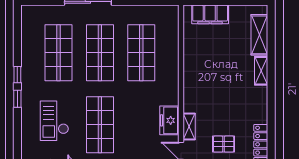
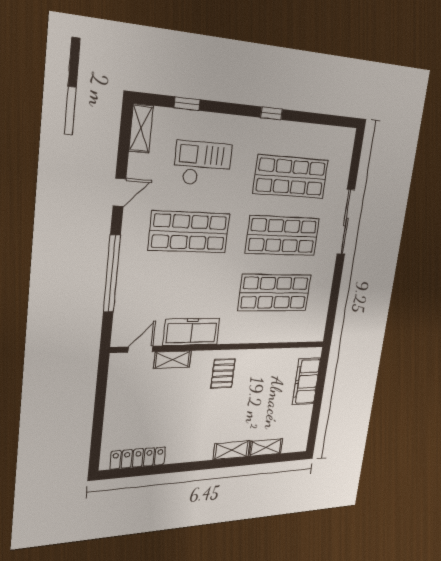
shelving: (259, 35) -> (266, 447), width x0.67, depth x0.75
window: (17, 99) -> (187, 104), moved
freezer: (169, 120) -> (192, 332), width x1.40
pallet: (224, 144) -> (223, 374), moved

